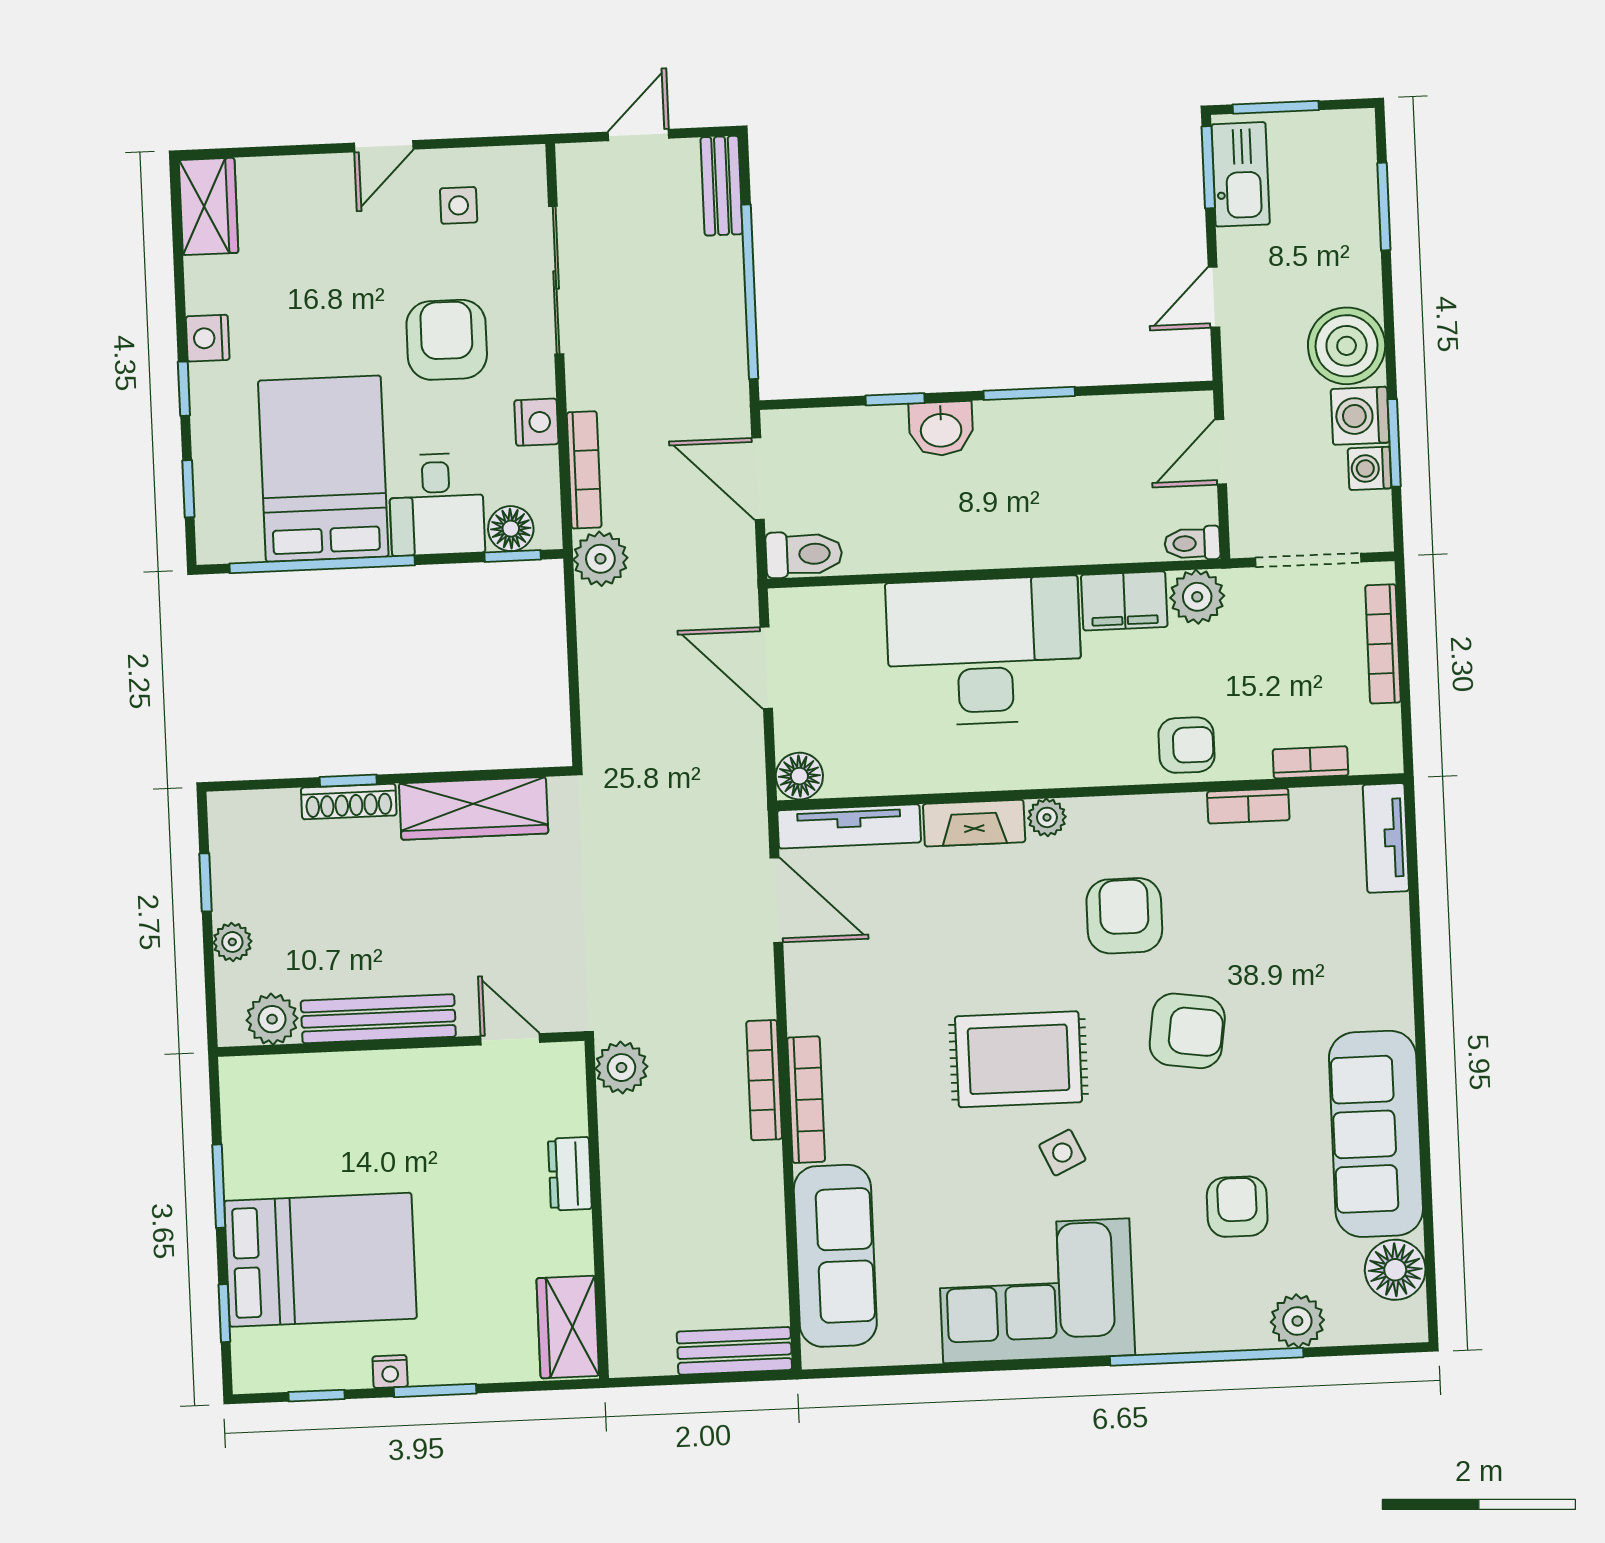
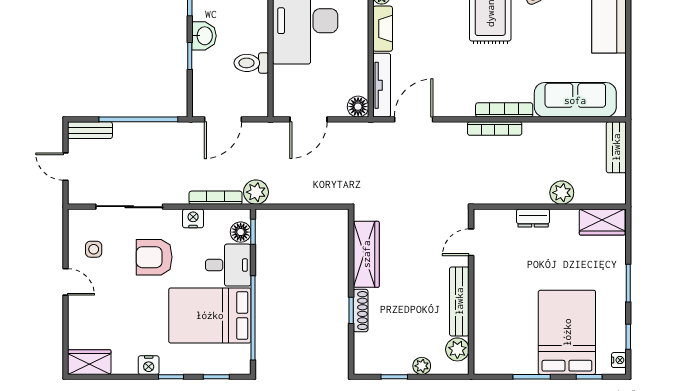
toilet: (804, 554) -> (251, 63), moved, turned -90
plant: (621, 1068) -> (562, 193), moved
nightstand: (390, 1372) -> (619, 360), moved

